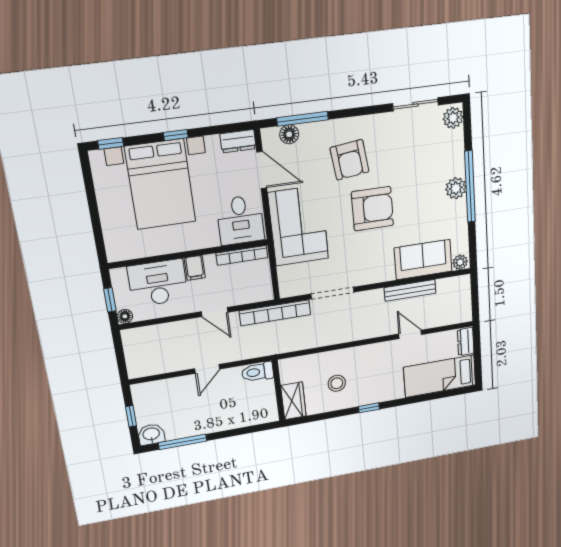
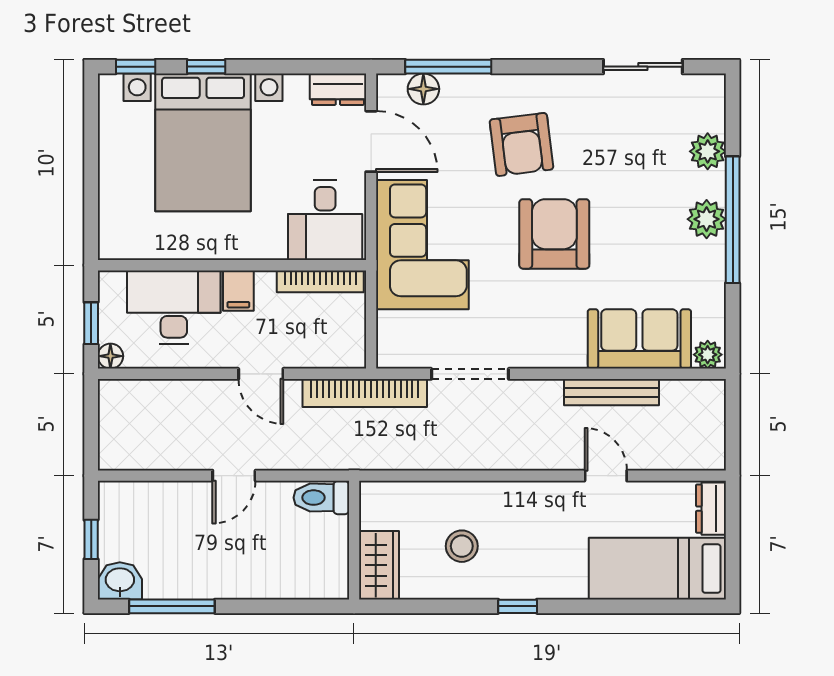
plant: (453, 118) -> (708, 151), moved
window: (176, 135) -> (206, 67), moved
armchair: (372, 209) -> (554, 234), turned -90

